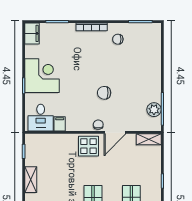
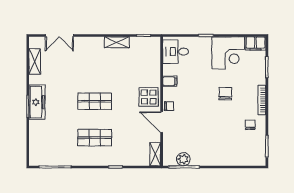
corner desk: (42, 76) -> (228, 53), moved
chair: (104, 93) -> (225, 94), moved
filing cabinet: (60, 124) -> (170, 81), moved

